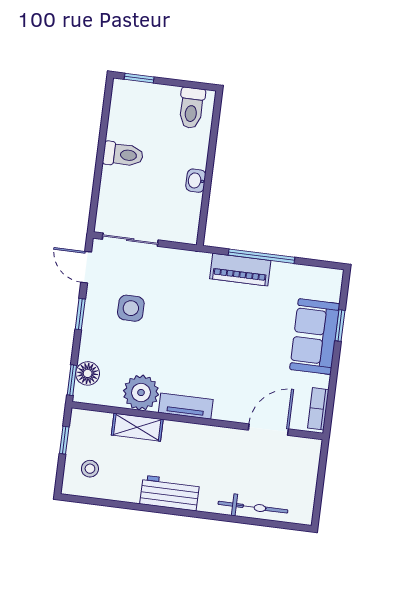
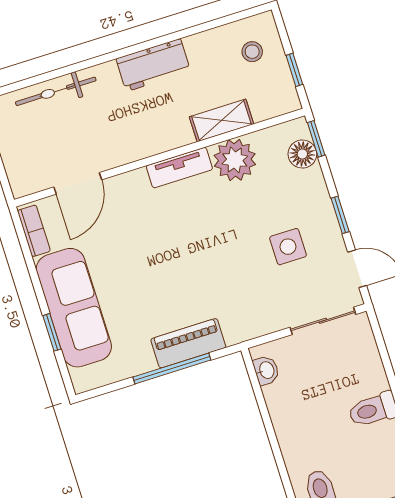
washbasin: (196, 181) -> (266, 370), moved
sofa: (315, 337) -> (74, 308), width x1.36

